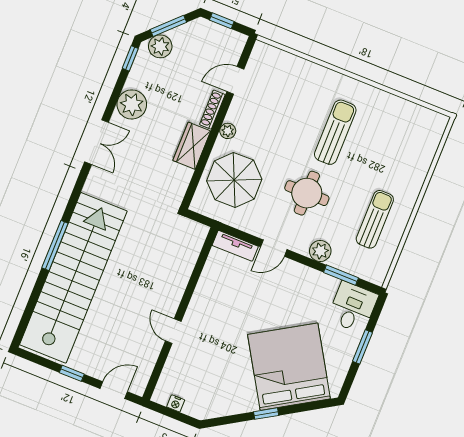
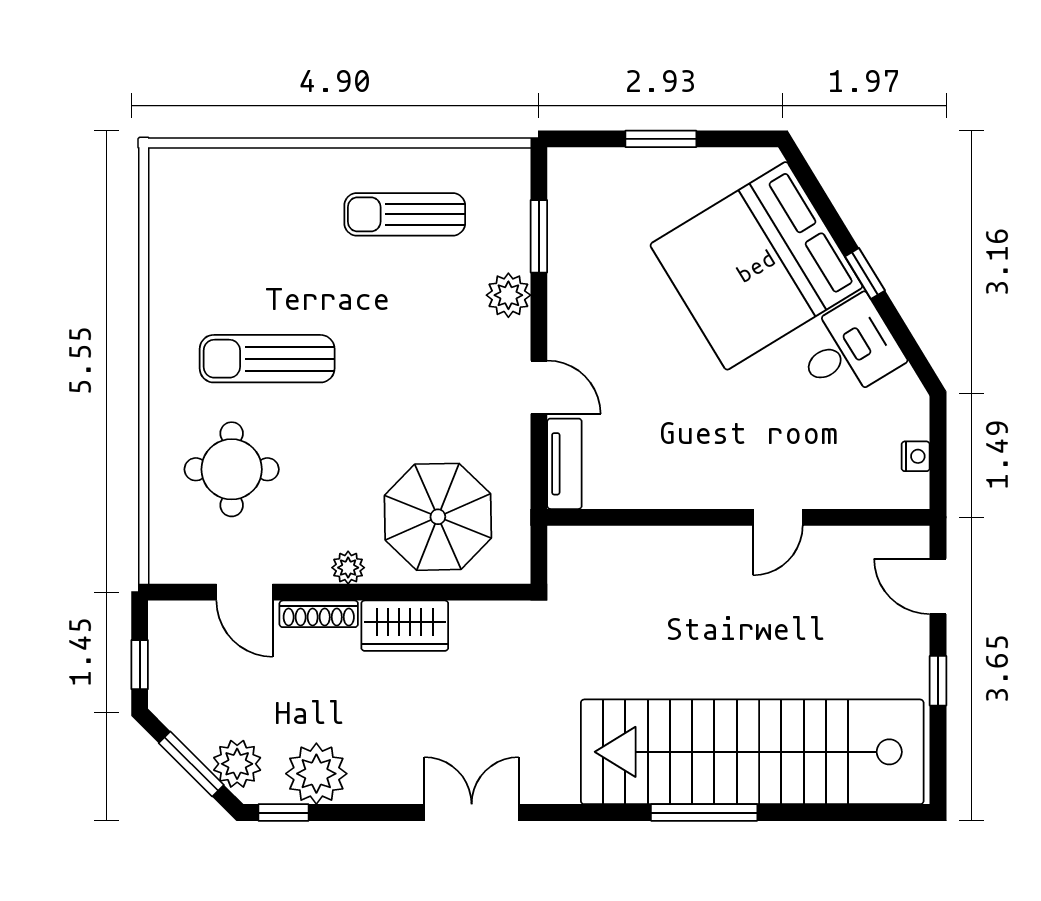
plant: (132, 104) -> (316, 774), moved
round table: (307, 193) -> (232, 469), moved
desk: (353, 307) -> (848, 349), moved, turned 149

